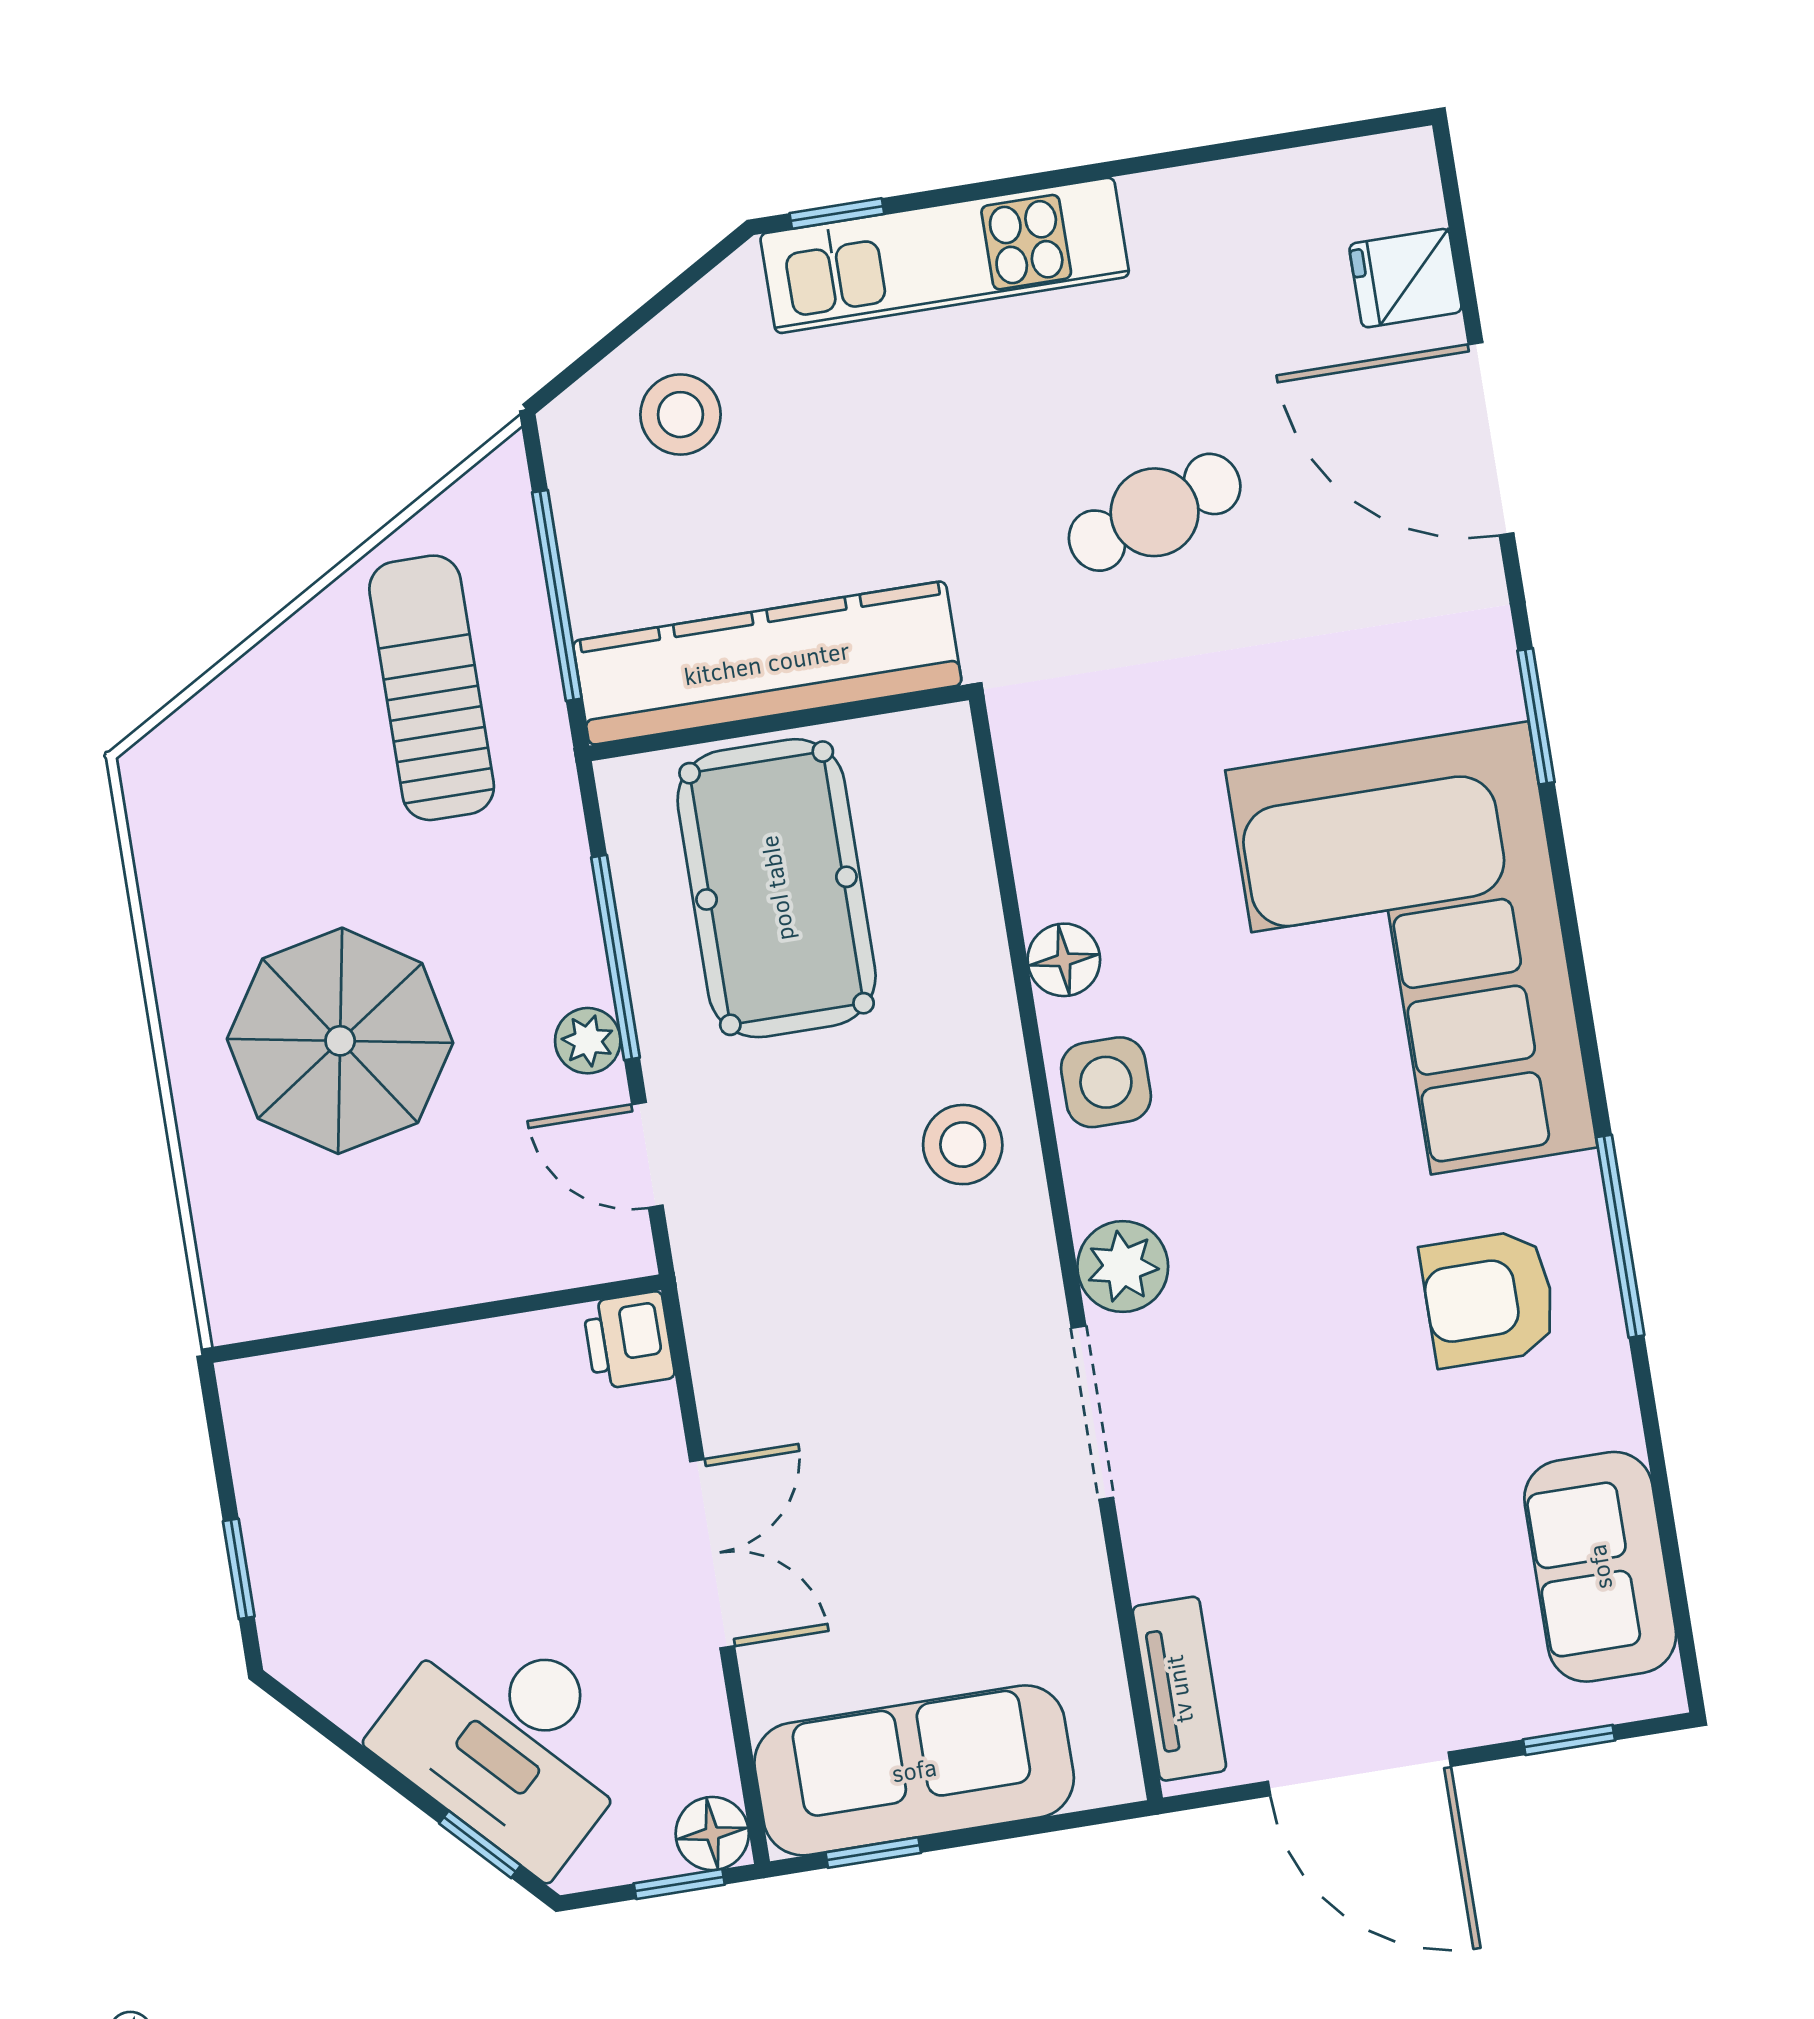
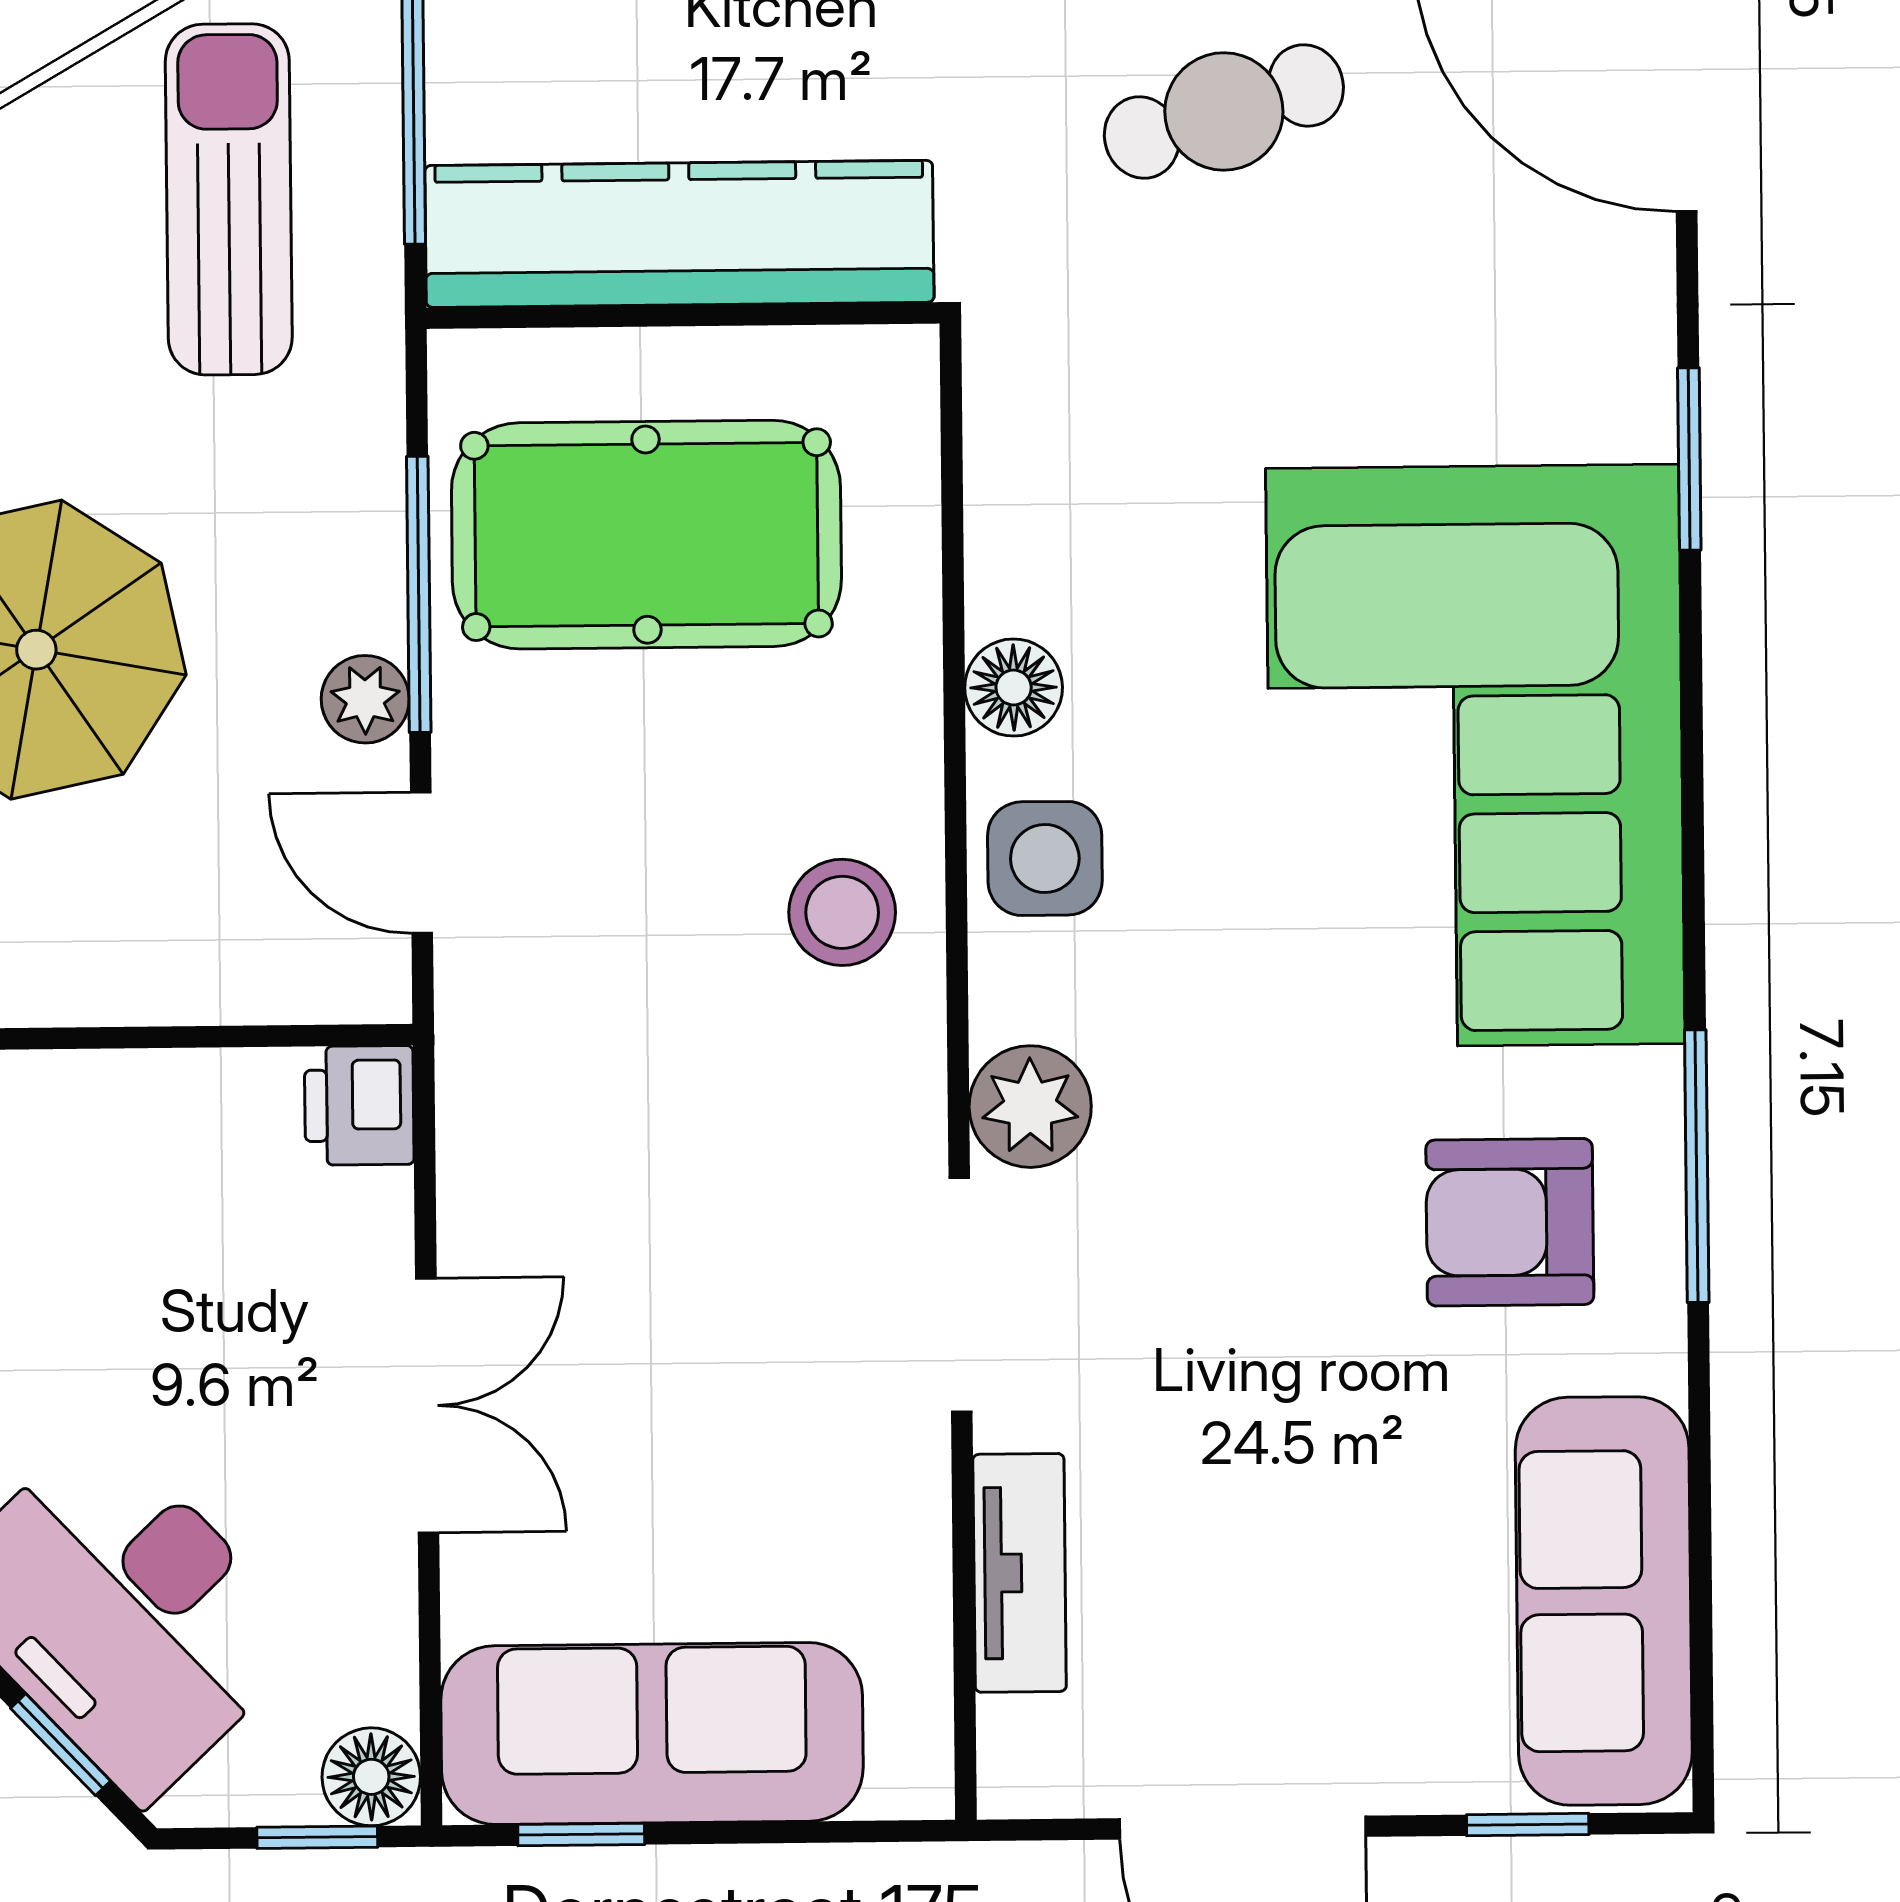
pool table: (777, 888) -> (646, 535), turned 90
sofa: (1600, 1567) -> (1604, 1601), width x1.36
tv unit: (1179, 1689) -> (1020, 1573), moved

